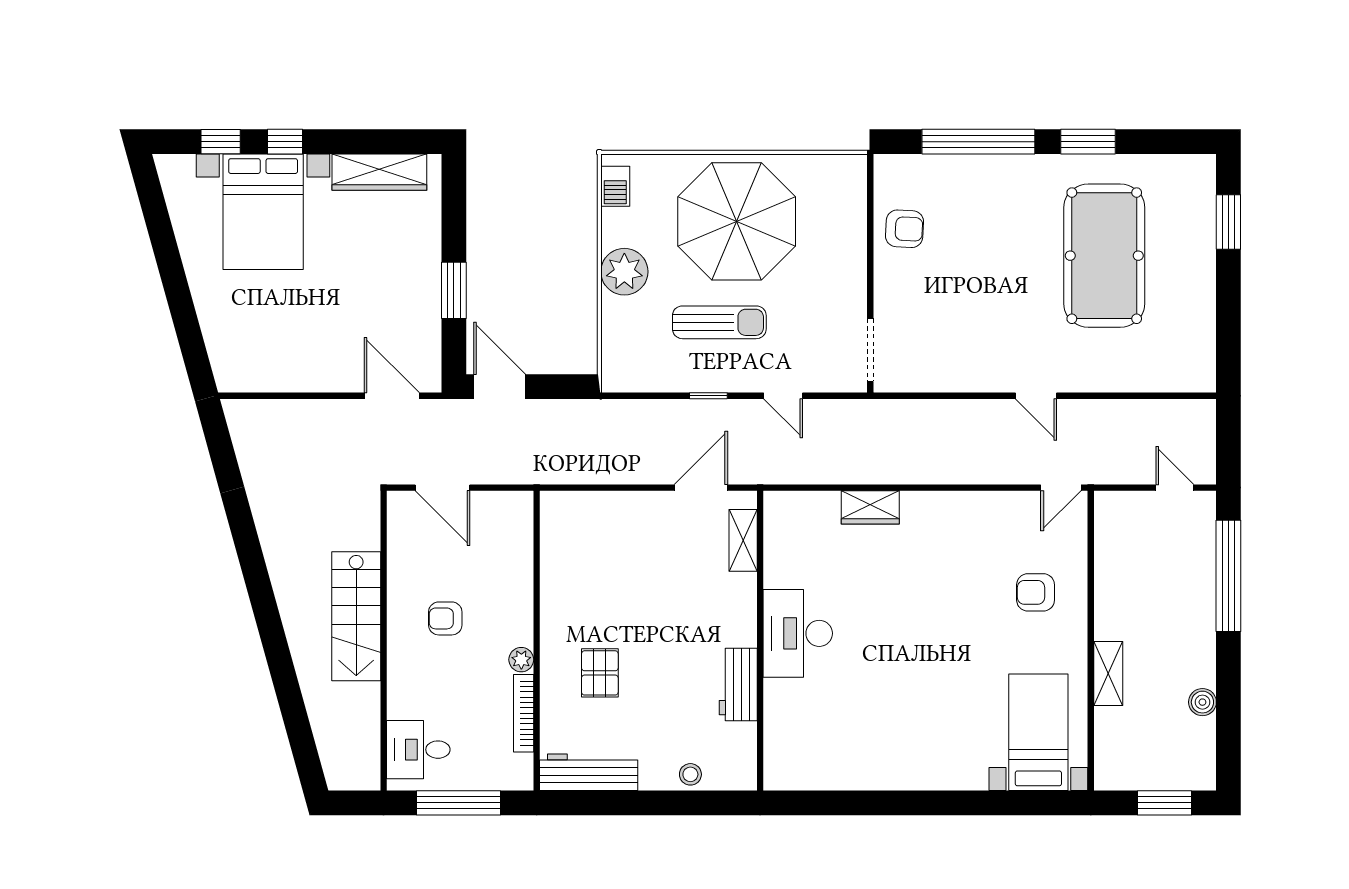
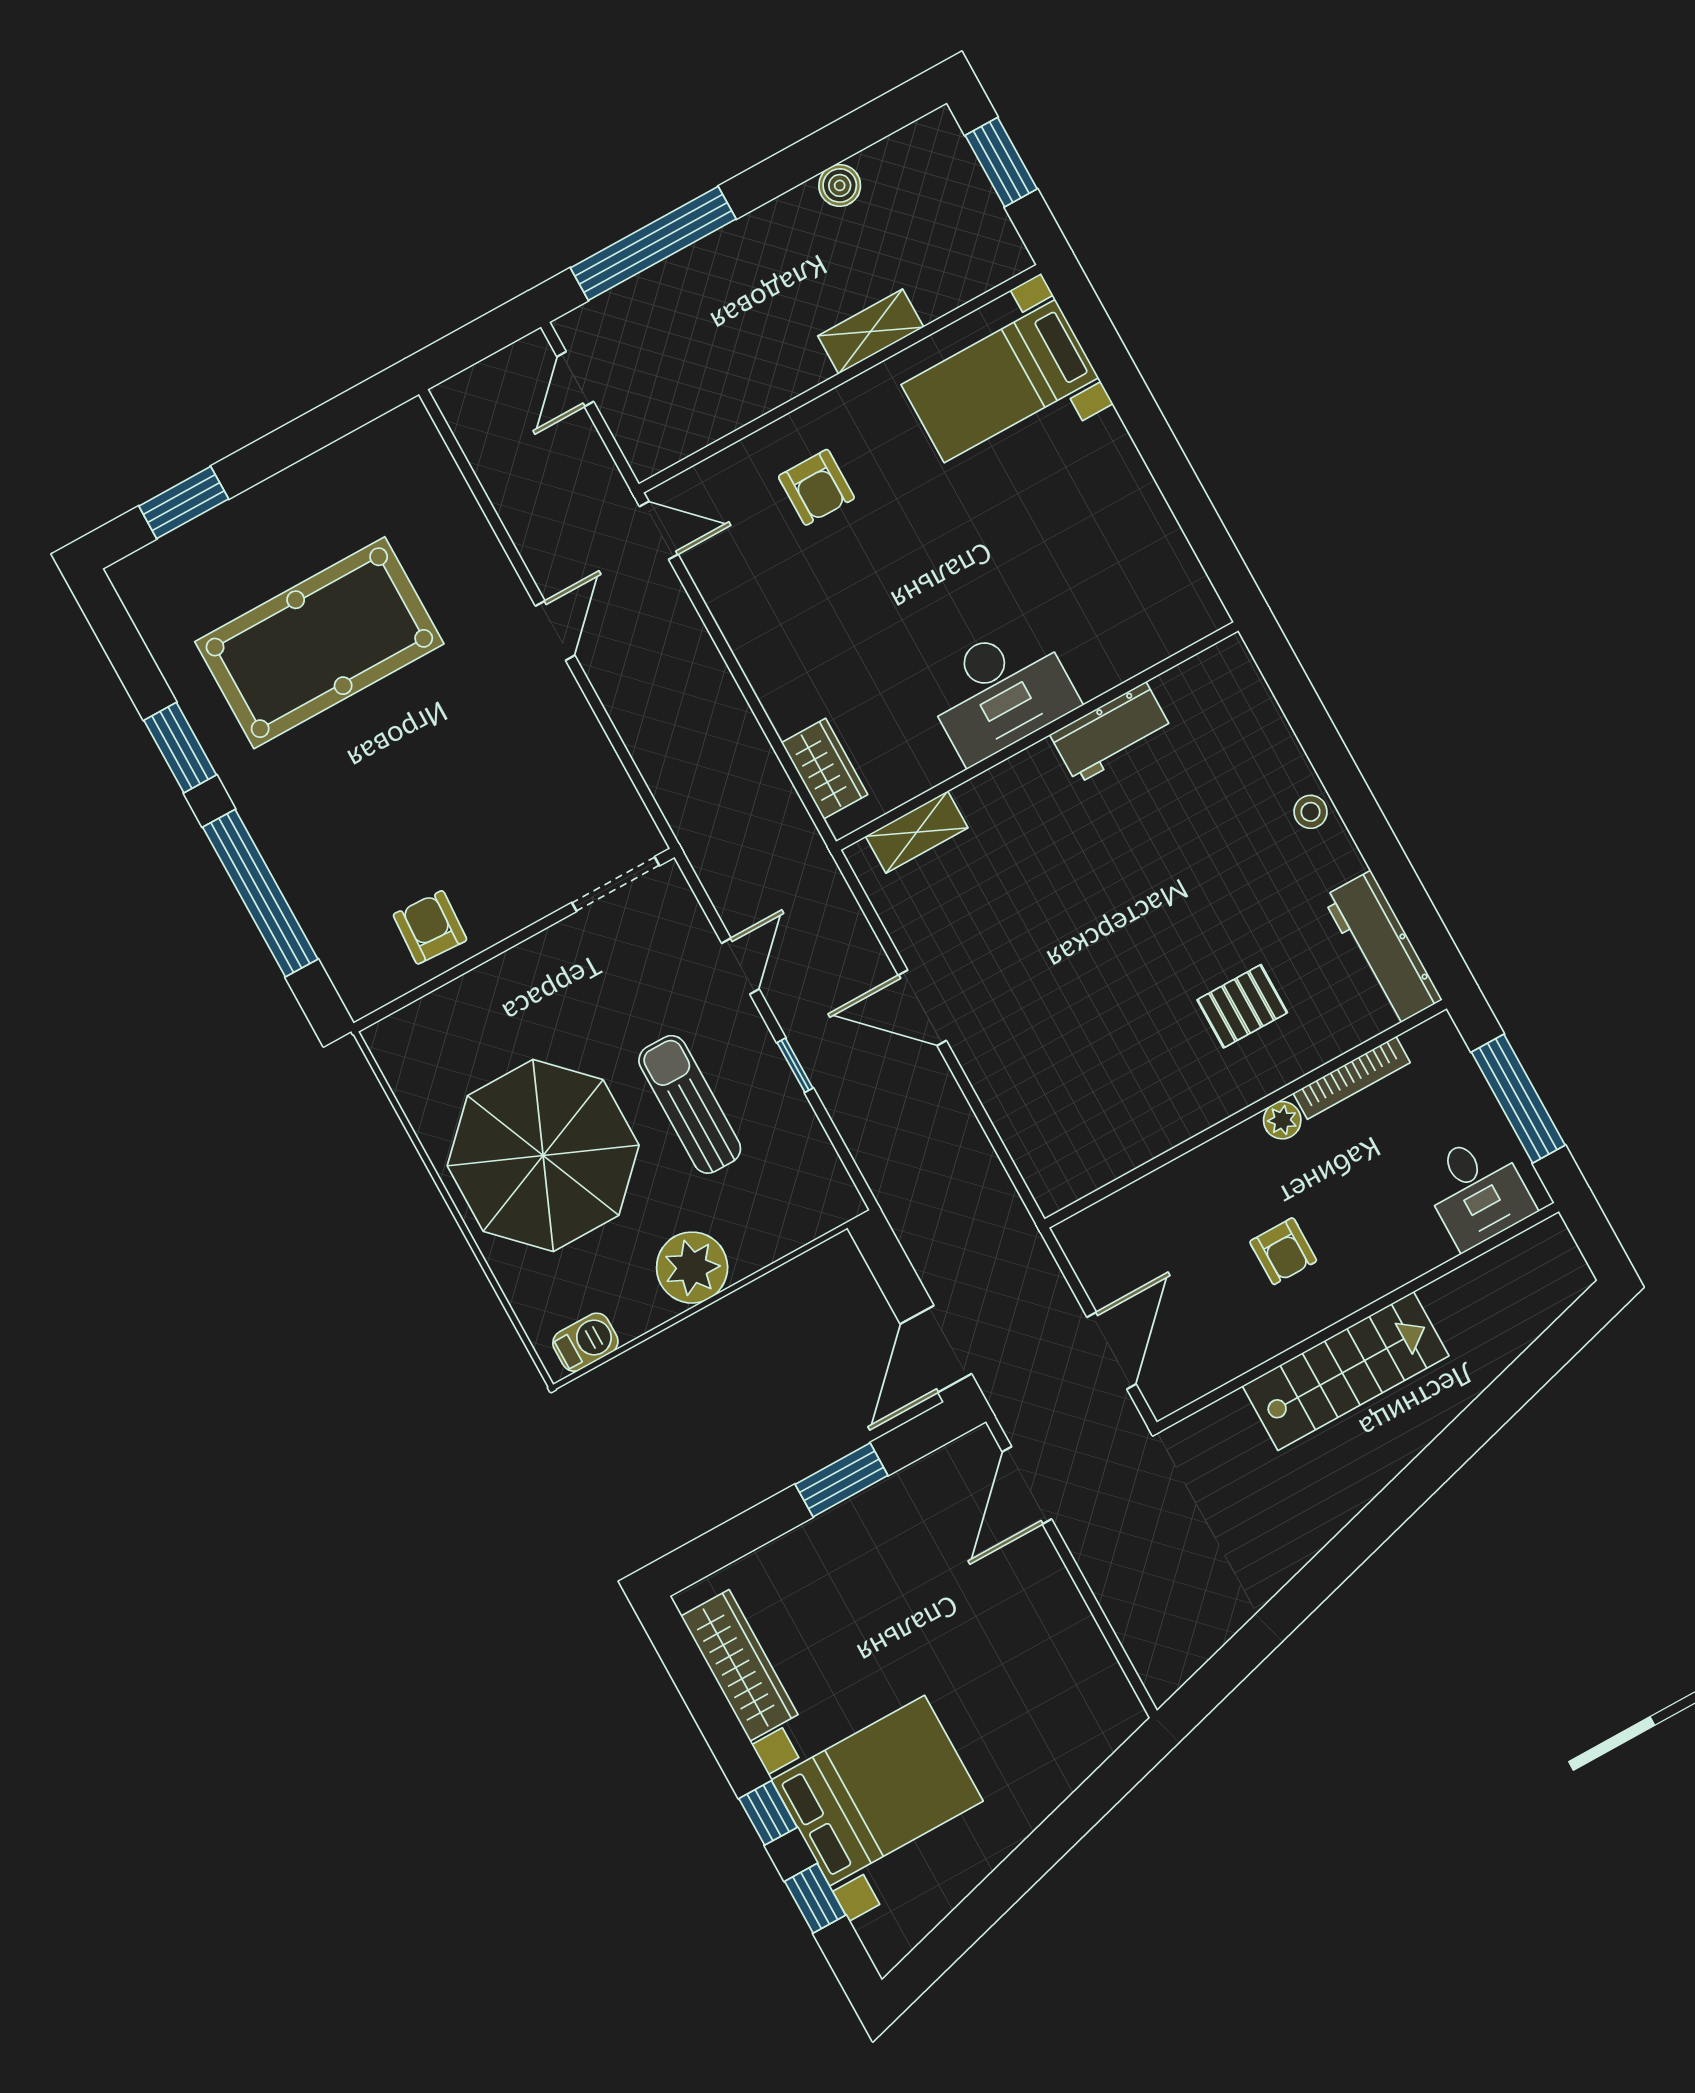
shelving: (743, 540) -> (917, 832), moved
desk: (798, 633) -> (1000, 691), moved
wall: (760, 641) -> (1037, 736), moved
workbench: (738, 684) -> (1111, 733), moved

